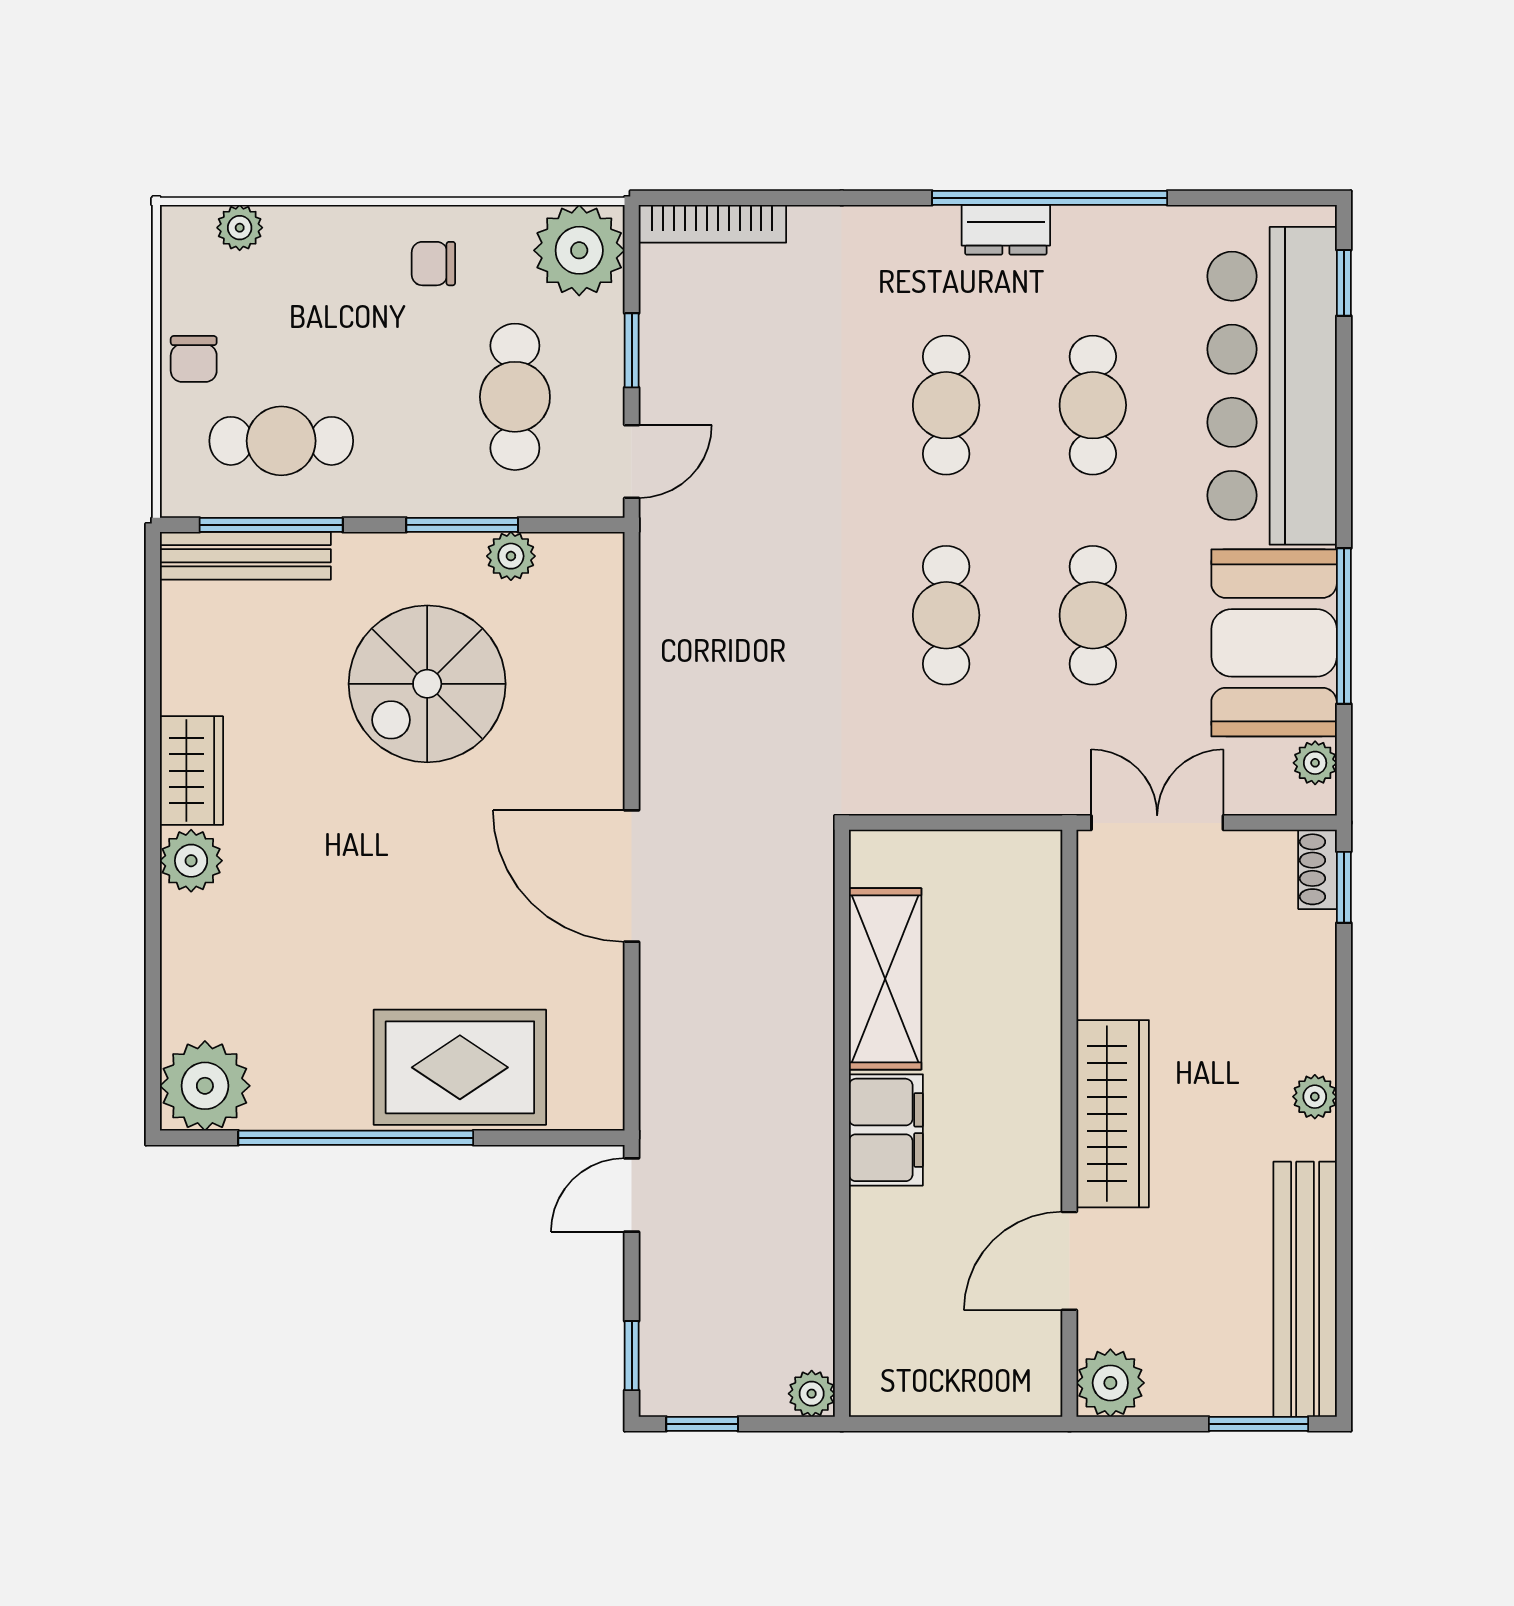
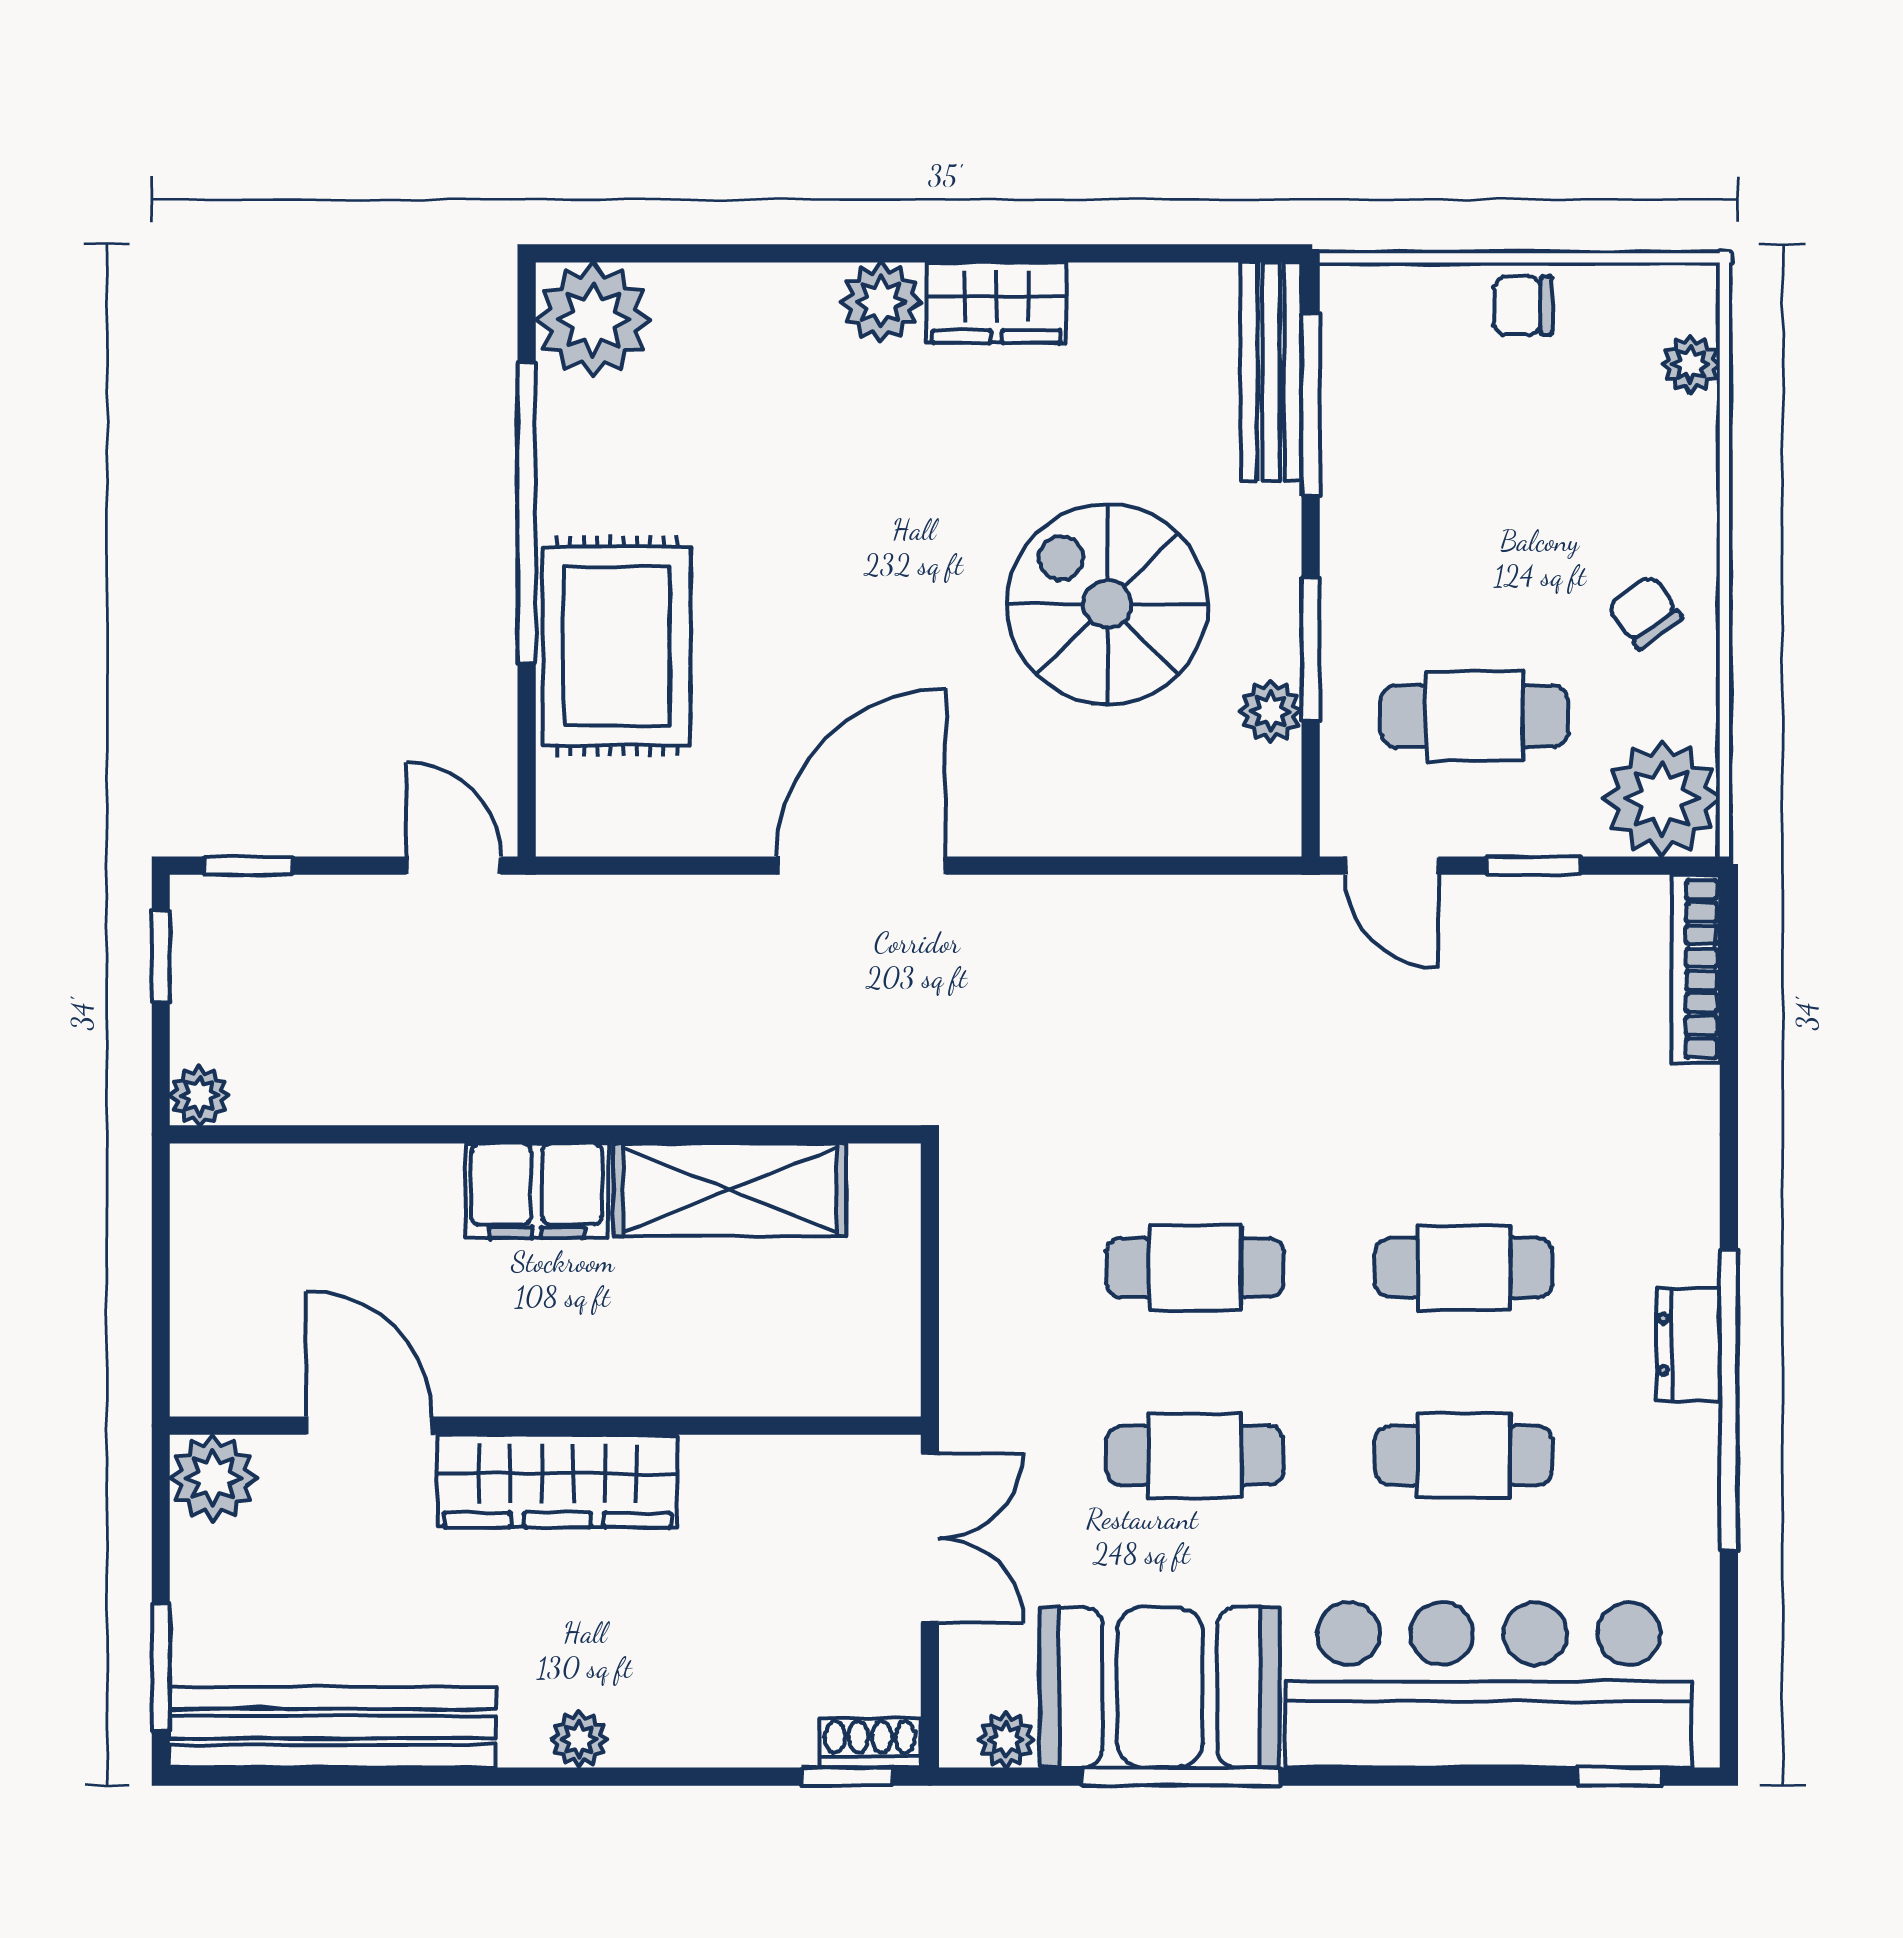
chair: (433, 264) -> (1645, 612), turned -36
cafe table: (281, 441) -> (1418, 417), removed

